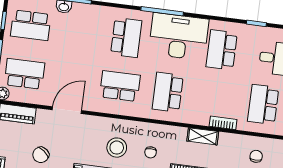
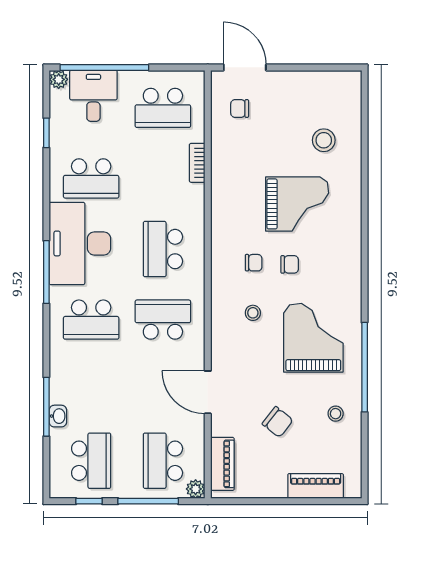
school desk: (126, 38) -> (91, 320), turned 180
school desk: (120, 86) -> (163, 320), turned 90
school desk: (168, 92) -> (163, 249), turned 90
shelving: (203, 136) -> (221, 190), removed
stool: (117, 148) -> (253, 313), width x0.53, depth x0.53

